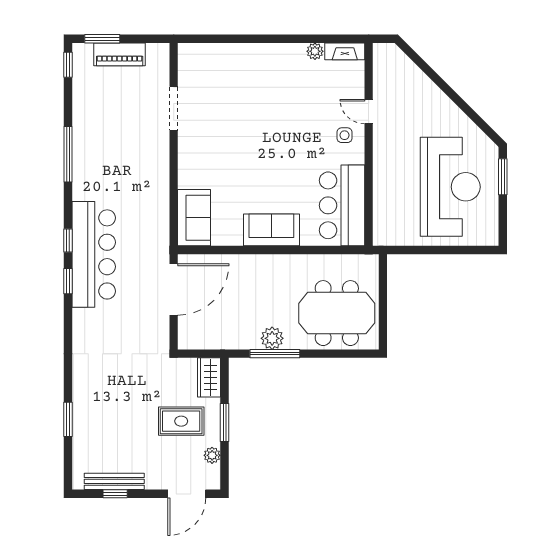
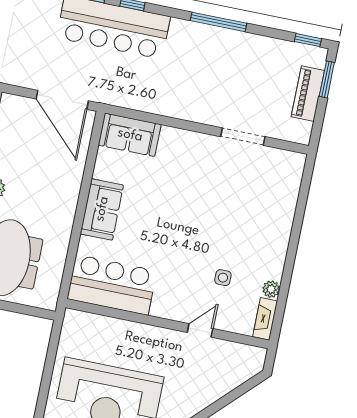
side table: (344, 135) -> (223, 278), moved

